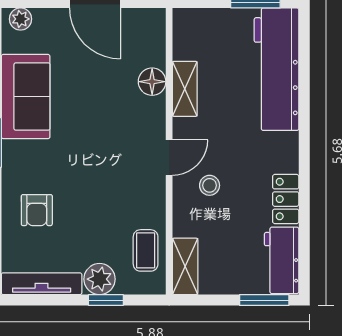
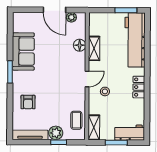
plant: (21, 19) -> (71, 17), moved
locker: (286, 199) -> (139, 87), moved
workbench: (282, 260) -> (130, 133), moved, turned 90
window: (264, 300) -> (116, 143), moved

